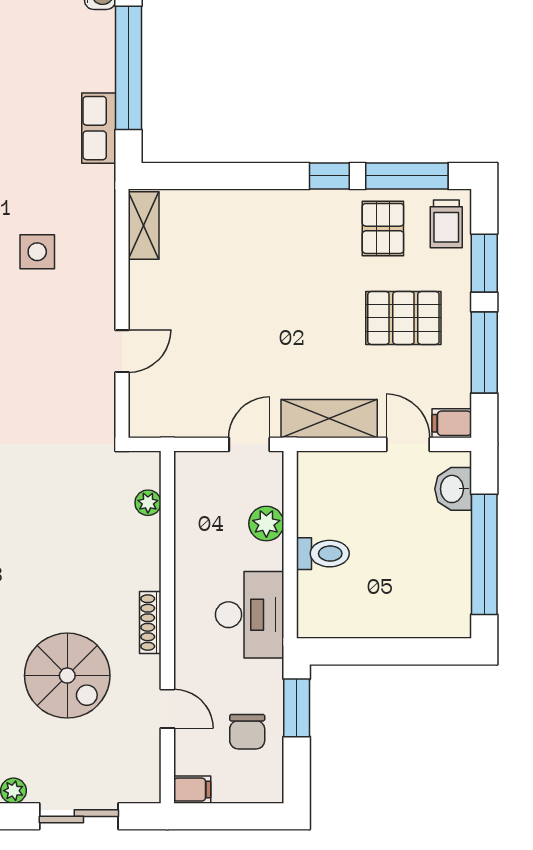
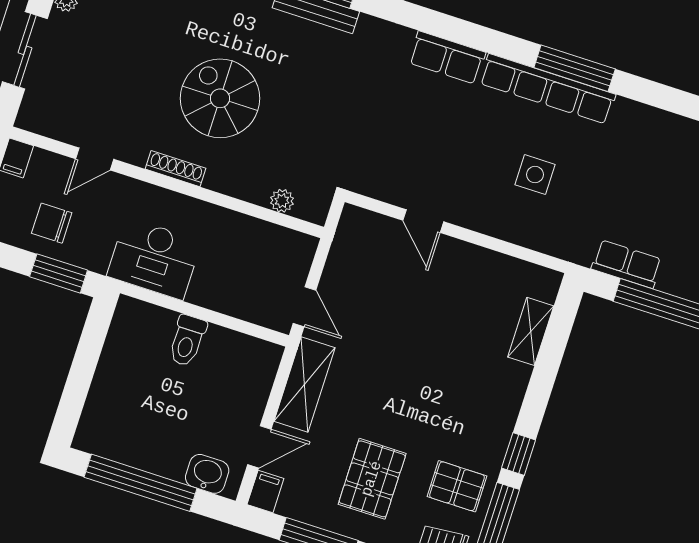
shelving: (144, 225) -> (531, 331), moved, turned 90
plant: (266, 524) -> (230, 299), removed
spiral stairs: (67, 676) -> (220, 98), moved, turned 90

